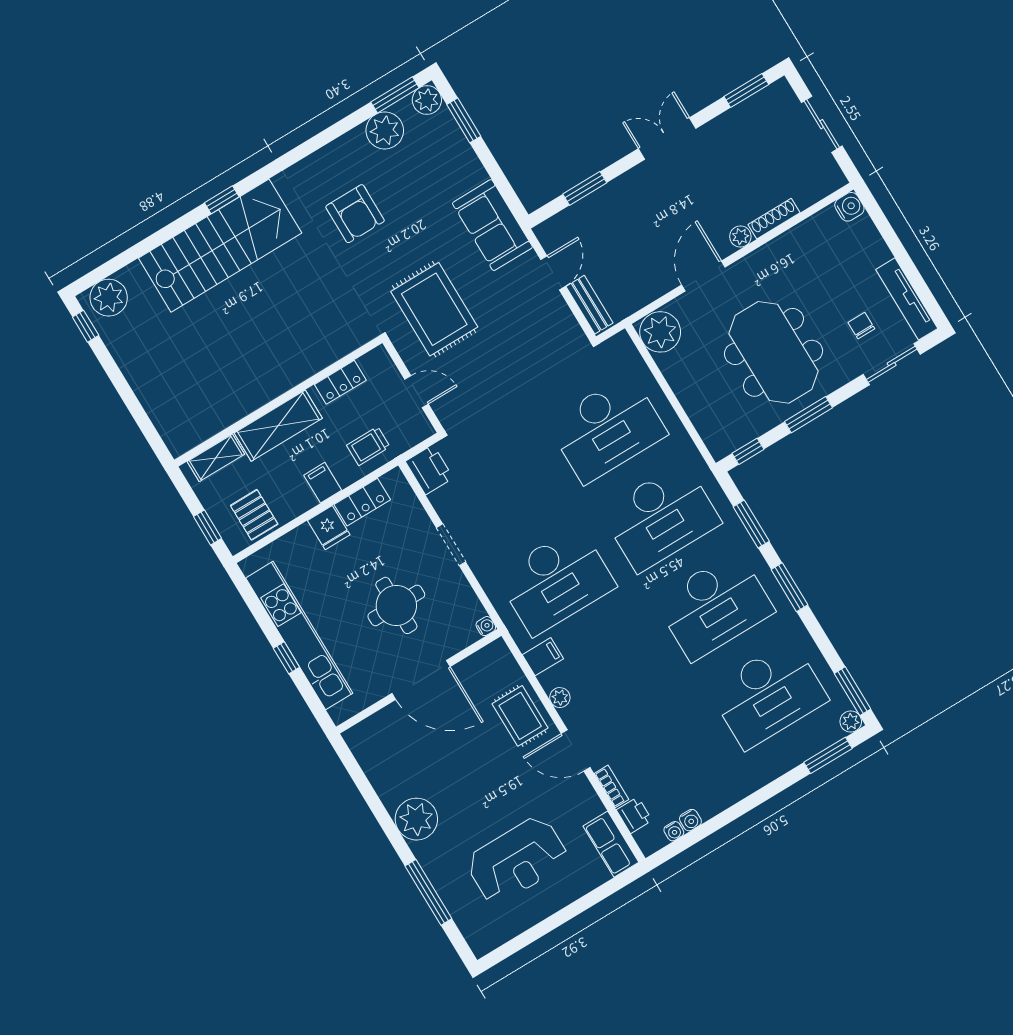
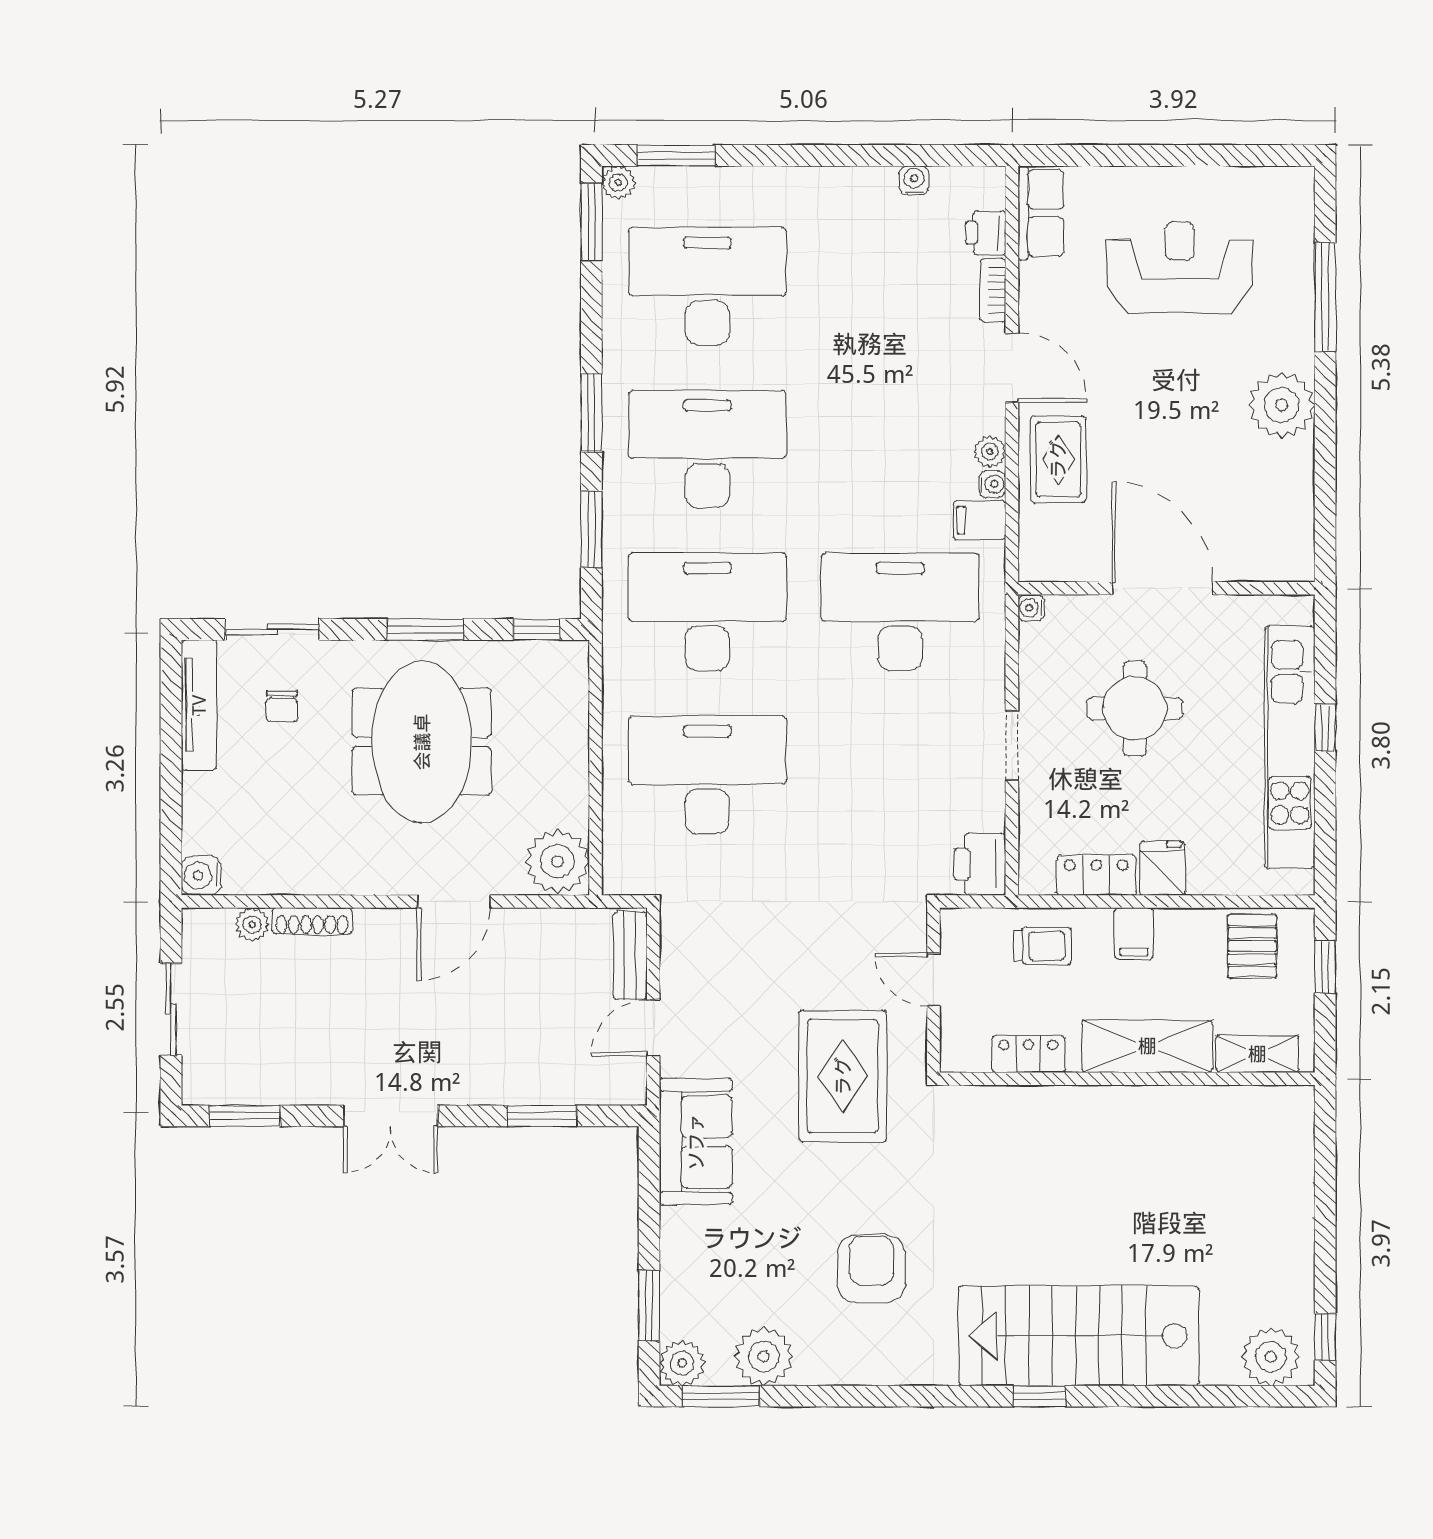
plant: (740, 237) -> (252, 924), moved
water cooler: (674, 831) -> (992, 484), moved, turned 90

